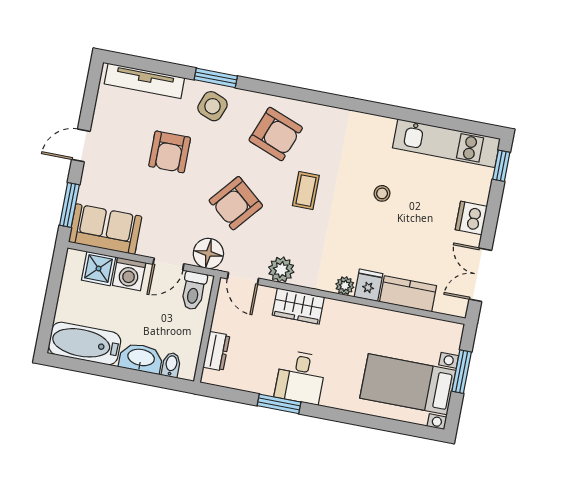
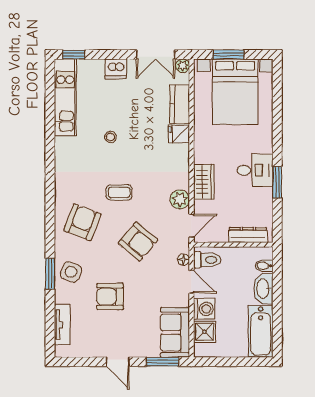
tv unit: (144, 81) -> (62, 325), width x0.71
armchair: (170, 152) -> (110, 297), turned 180
floor lamp: (208, 253) -> (183, 260), width x0.53, depth x0.53
plant: (345, 286) -> (183, 66), moved
dresser: (216, 351) -> (248, 235), width x1.44
bed with nightstands: (408, 384) -> (235, 92), width x1.36

